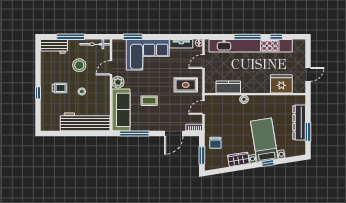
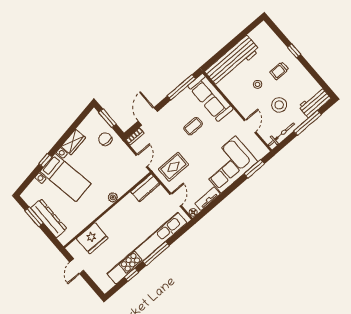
plant: (118, 82) -> (233, 119), removed
kitchen counter: (228, 87) -> (145, 188), moved

